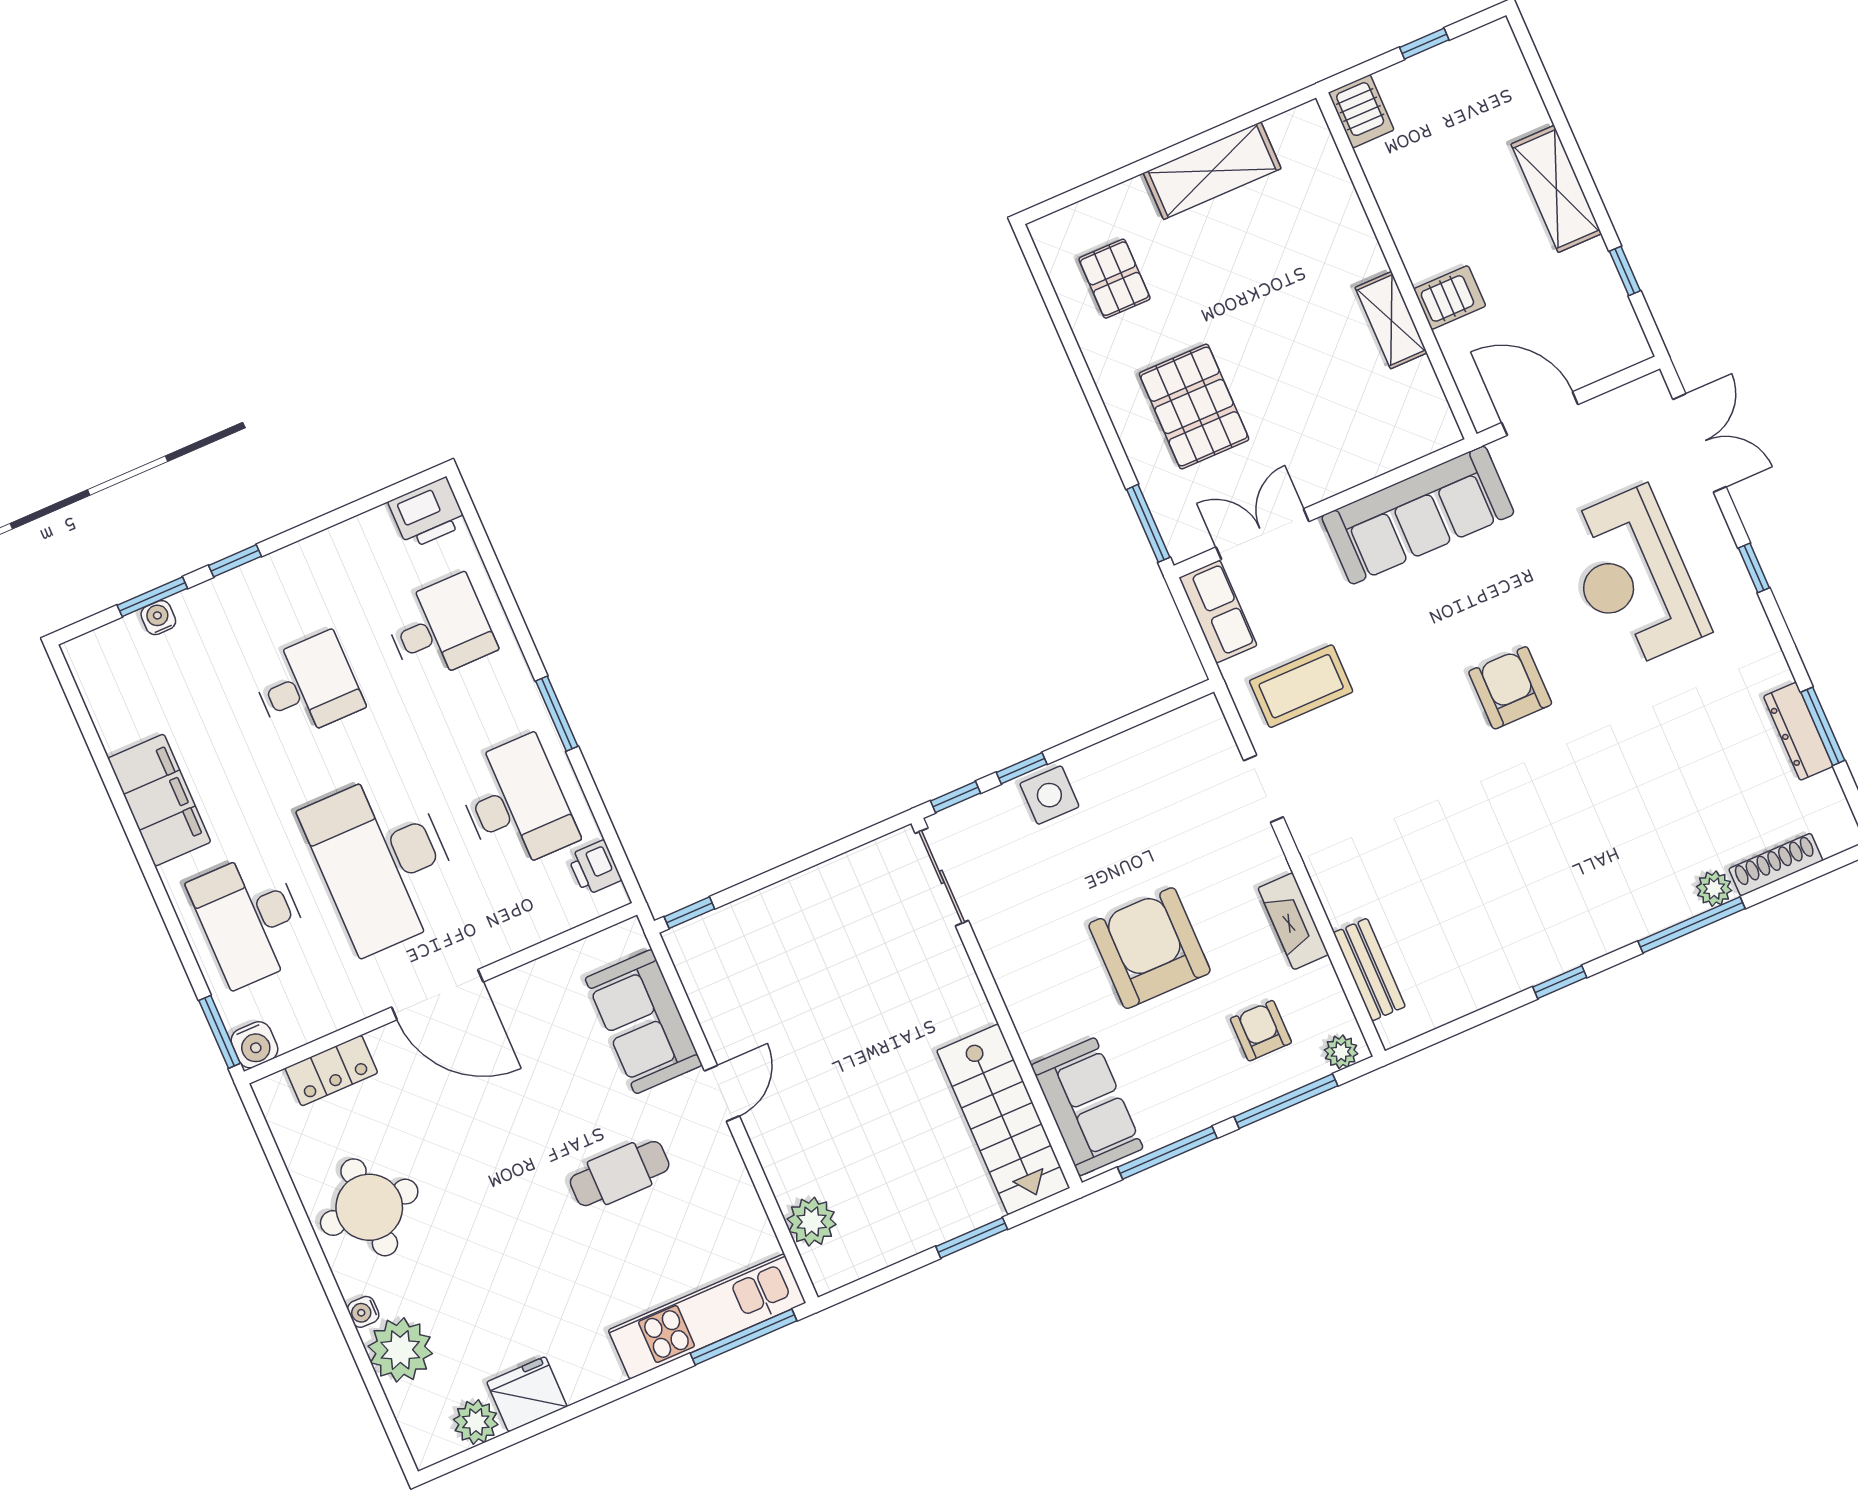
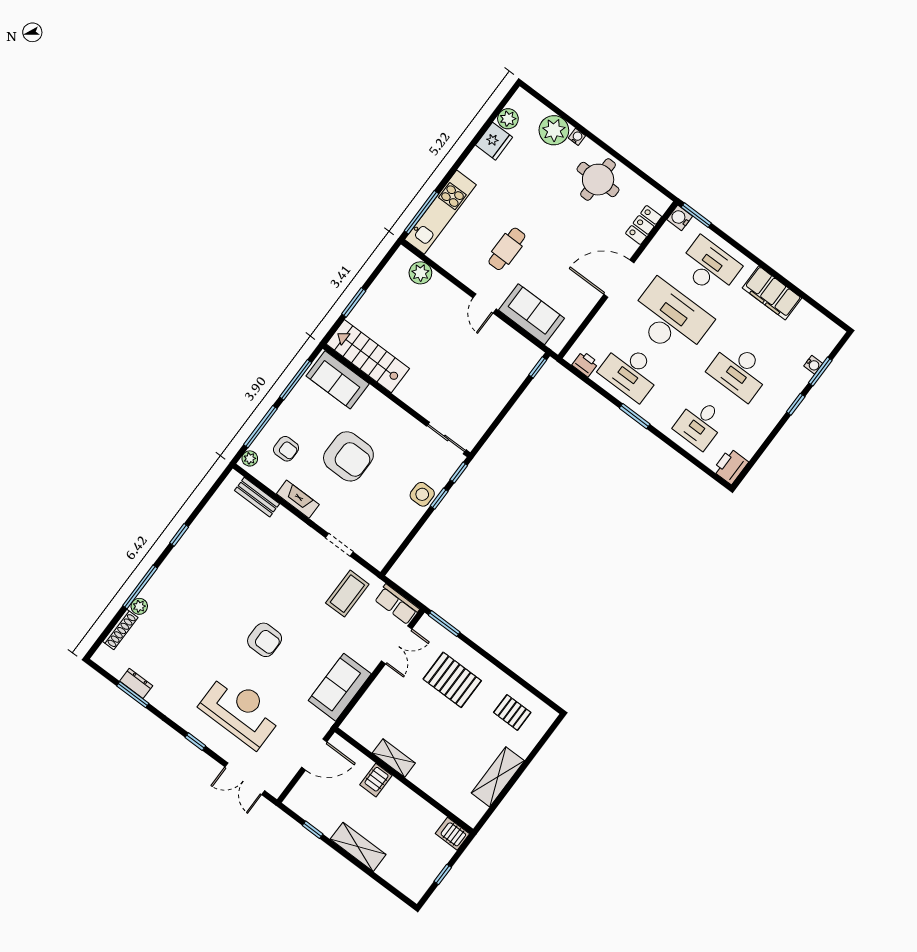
sofa: (1418, 515) -> (340, 687), width x0.73
desk: (307, 686) -> (739, 371), width x1.37
dresser: (1798, 731) -> (136, 683), width x0.70

